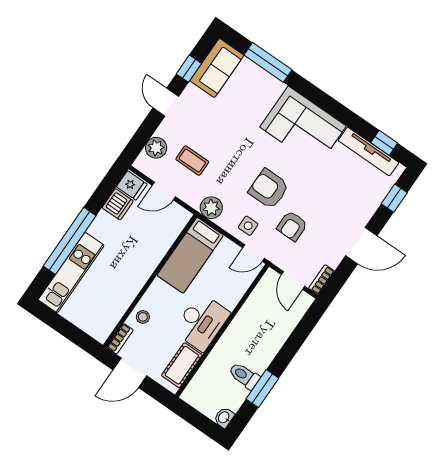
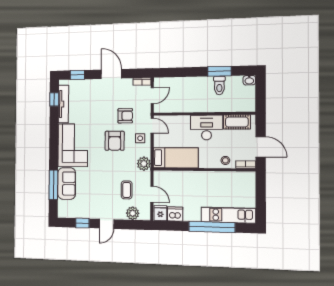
sofa: (217, 68) -> (67, 184), moved, turned 90

